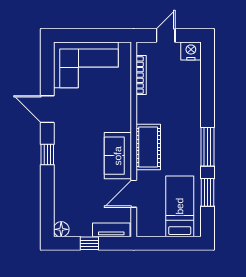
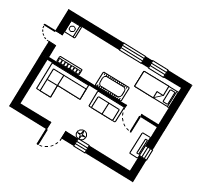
corner sofa: (86, 65) -> (63, 87), moved, turned 90
floor lamp: (61, 229) -> (81, 135), moved
tv unit: (111, 230) -> (140, 145), moved

